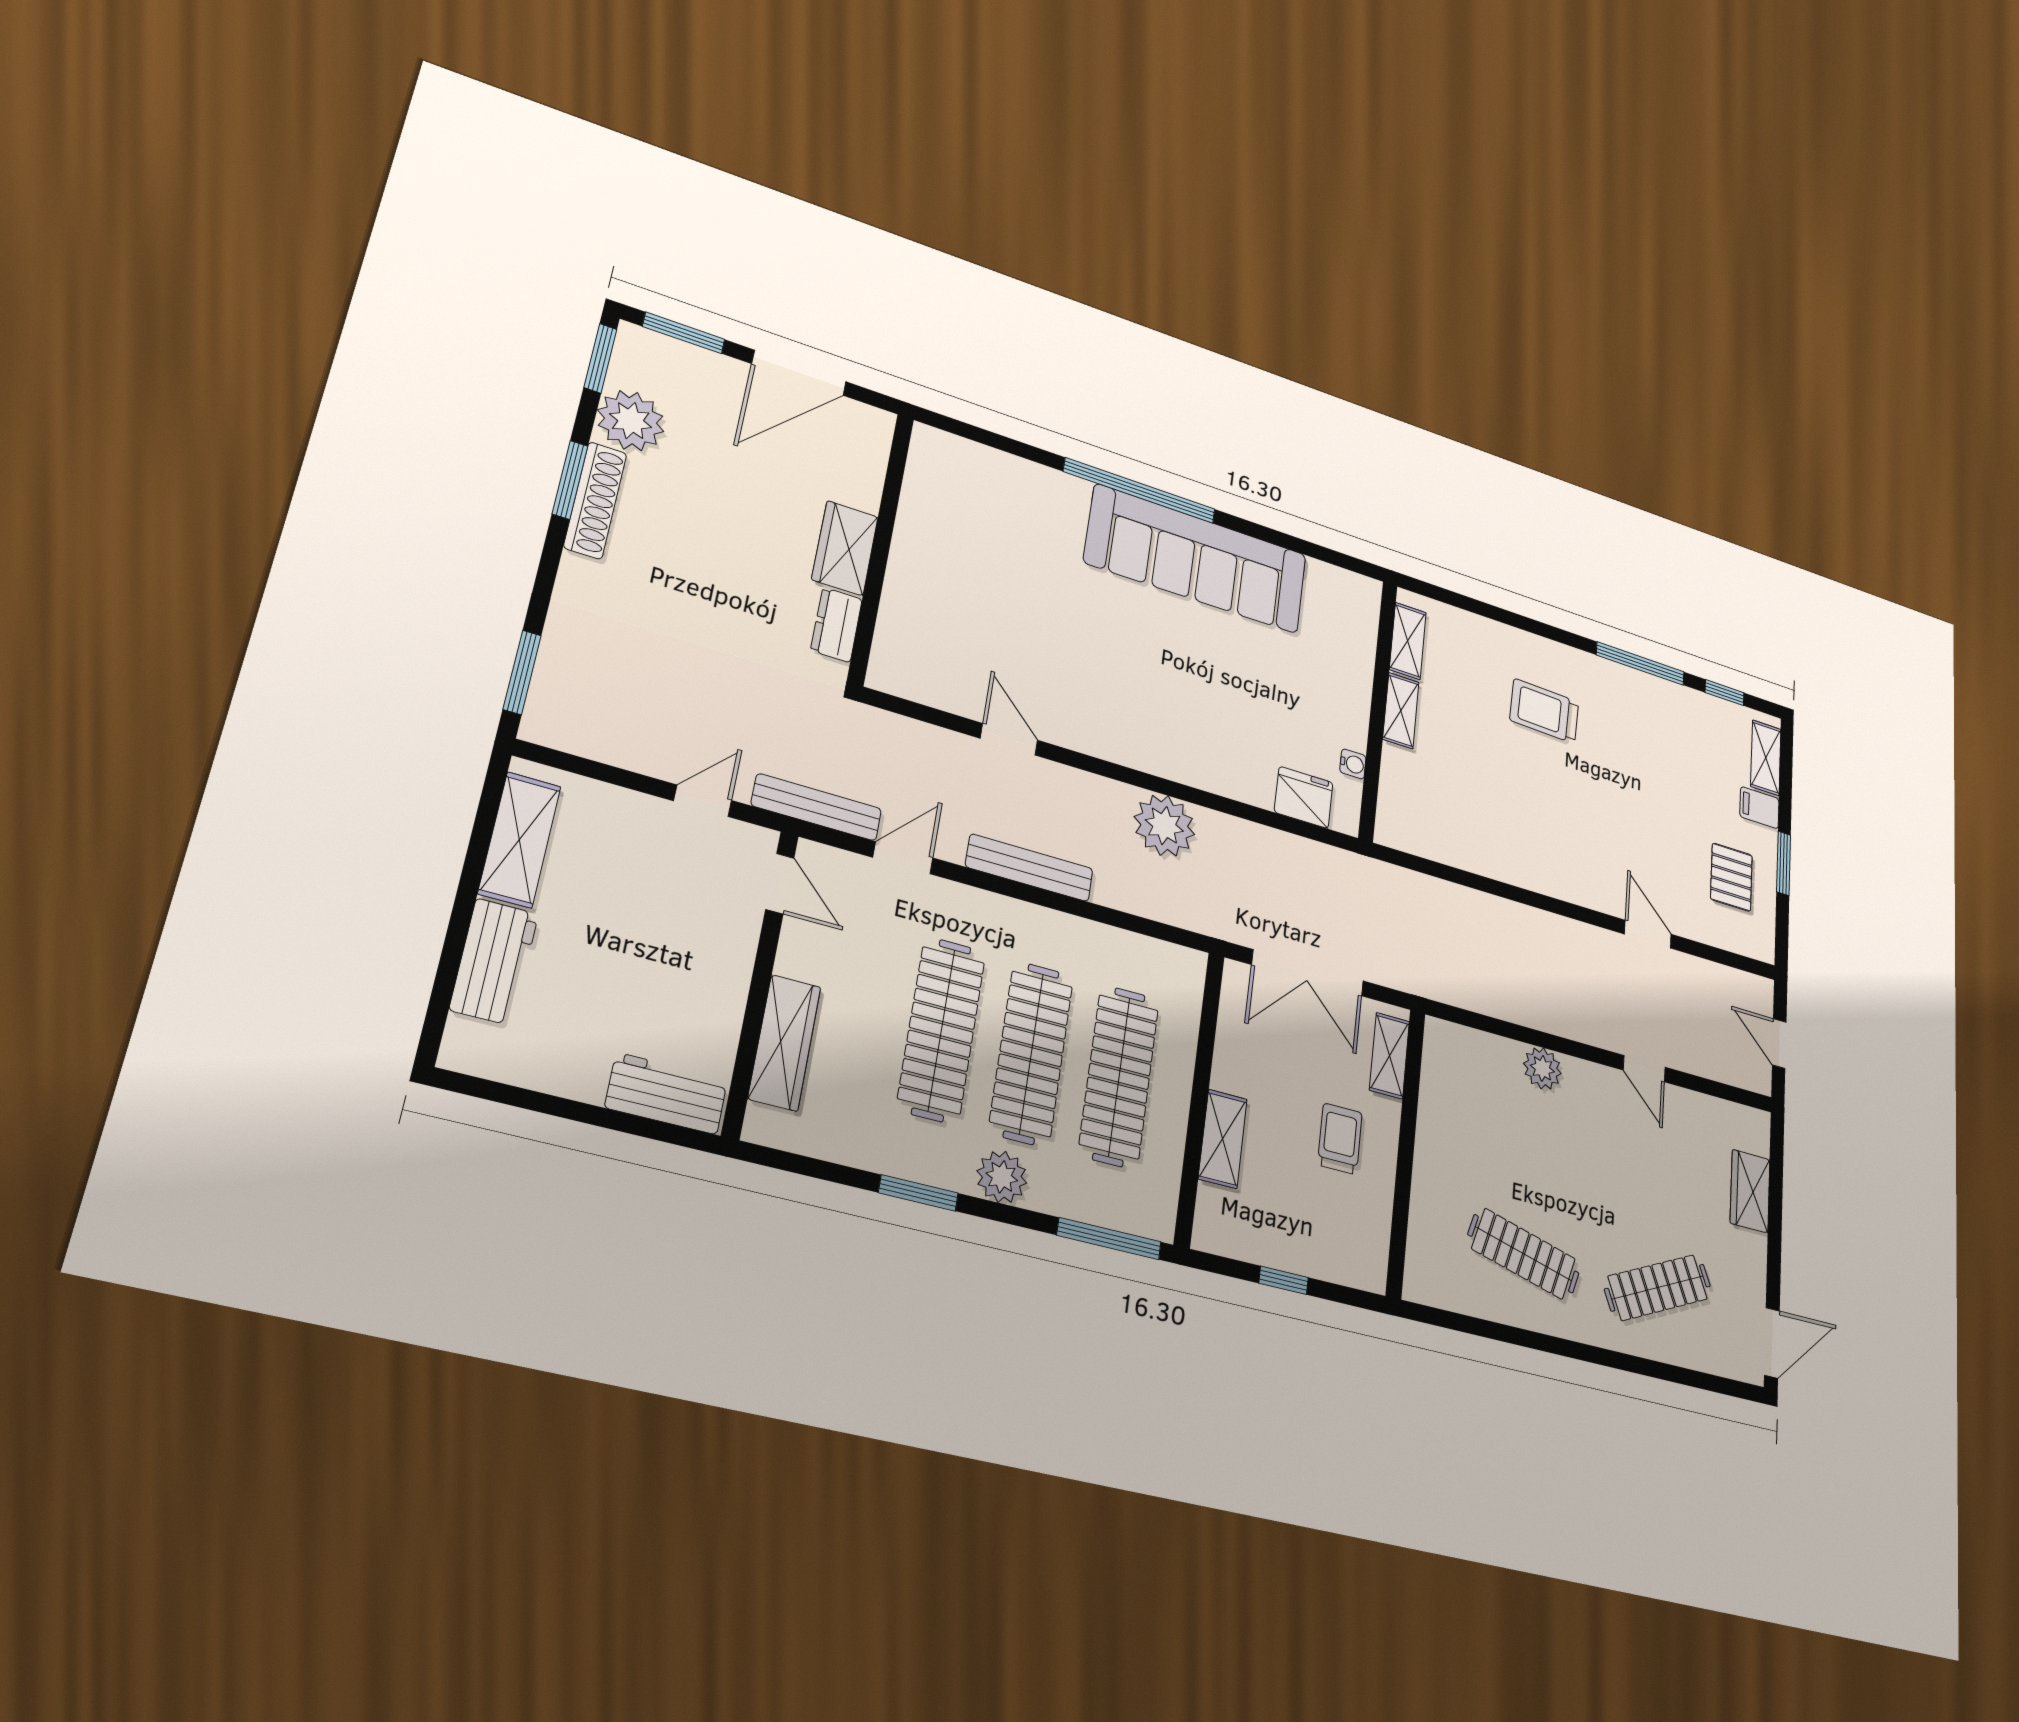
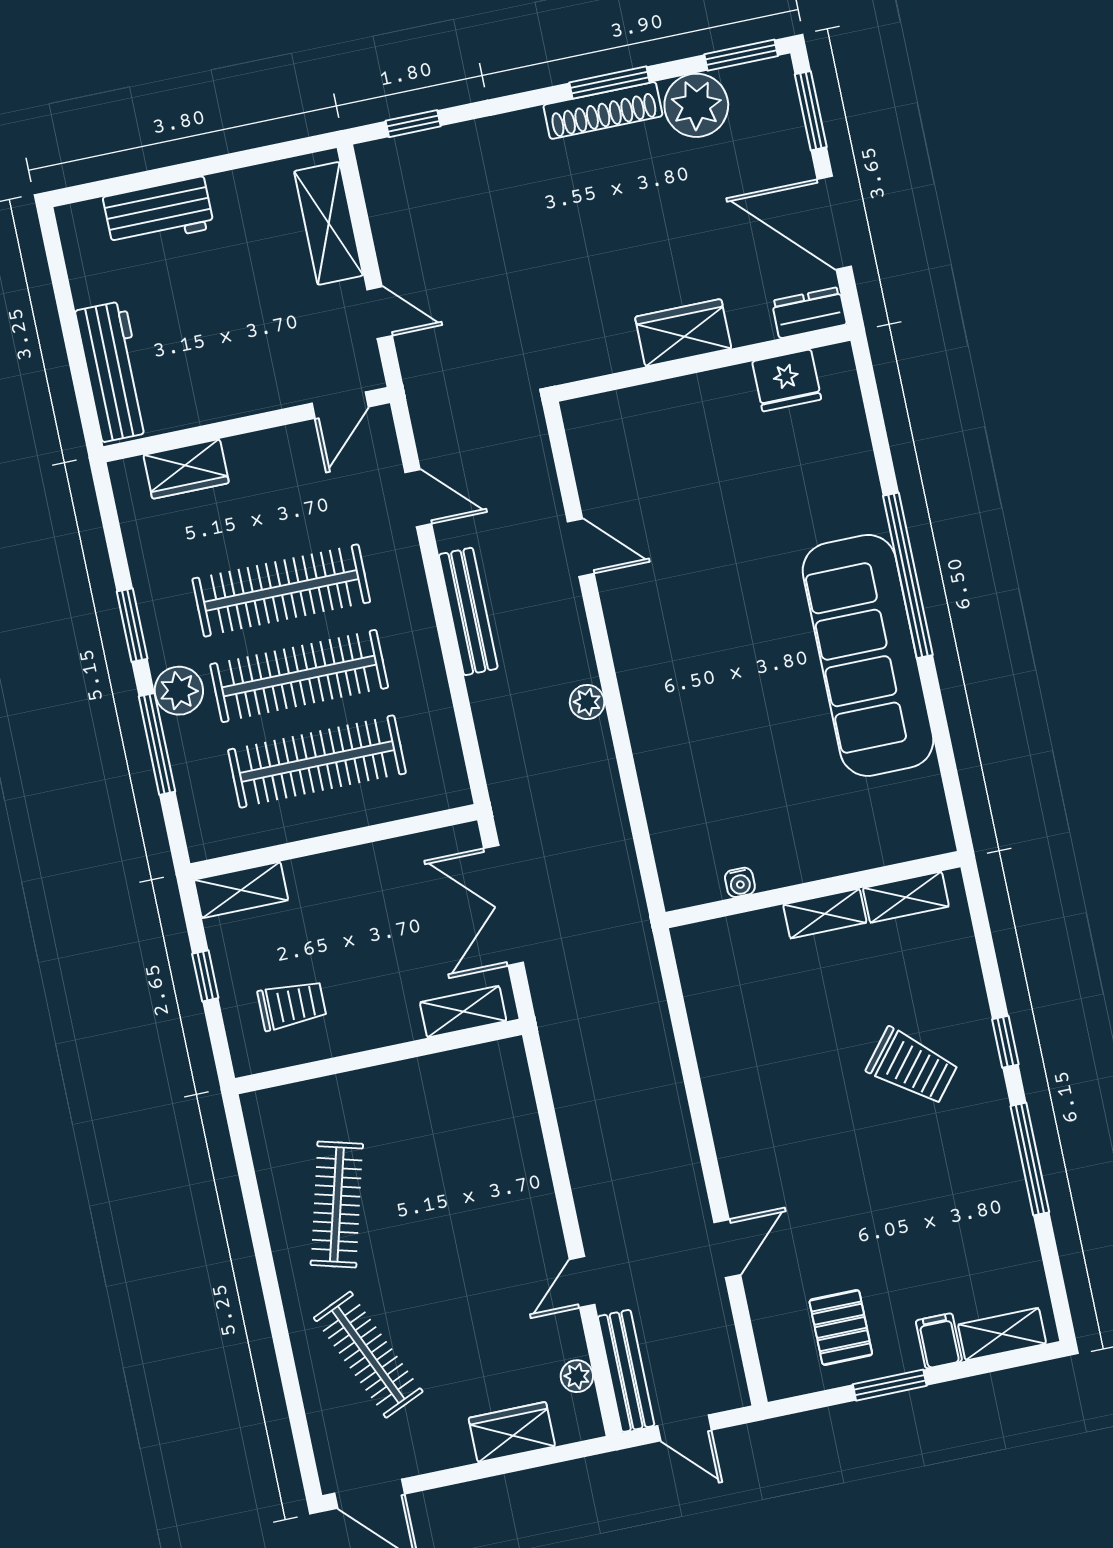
dresser: (836, 625) -> (809, 313), moved
window: (522, 672) -> (413, 124), width x0.67
window: (1725, 693) -> (1005, 1042), moved
trolley: (1544, 711) -> (912, 1066), turned 127
door: (1009, 739) -> (581, 548), hinge flipped
fridge: (1304, 797) -> (787, 380), moved, turned 90
bench: (817, 807) -> (626, 1371), moved
plant: (1164, 826) -> (587, 702), width x0.53, depth x0.53
shelving: (519, 840) -> (329, 223), moved, turned 90
pallet: (1731, 877) -> (841, 1327), turned 90
wardrobe: (784, 1043) -> (186, 469), width x0.67
door: (1779, 1044) -> (684, 1428), swing flipped
plant: (1542, 1068) -> (577, 1376), moved, width x0.73, depth x0.73
workbench: (666, 1093) -> (113, 371), width x1.38
shelving: (1223, 1139) -> (241, 890), moved
trolley: (1340, 1139) -> (292, 1005), moved
window: (1109, 1239) -> (157, 744), moved

